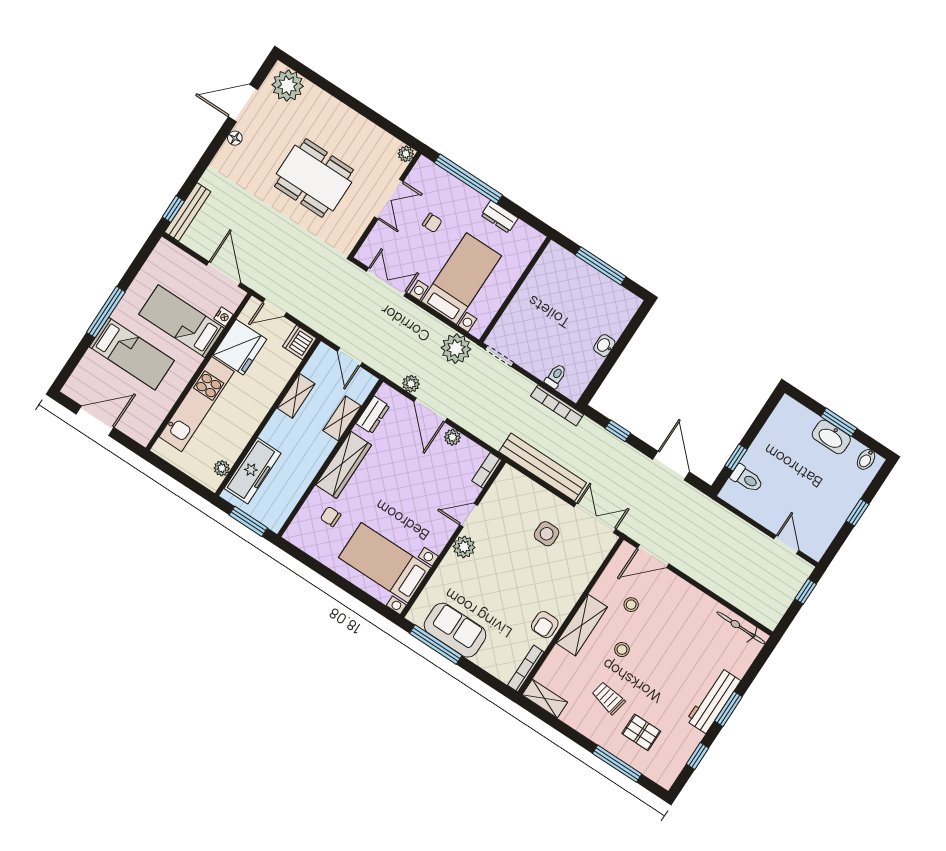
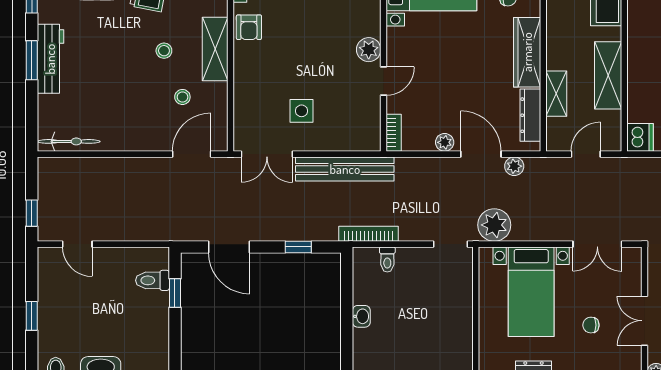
door: (350, 357) -> (586, 154), hinge flipped
shelving: (296, 396) -> (608, 75), width x1.50, depth x1.33
dresser: (373, 415) -> (530, 115), width x1.44
armchair: (545, 625) -> (249, 27), turned 180

